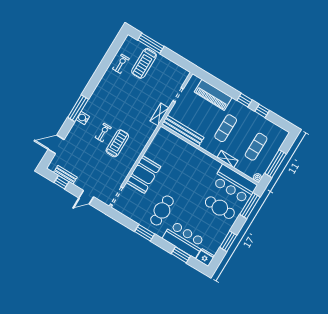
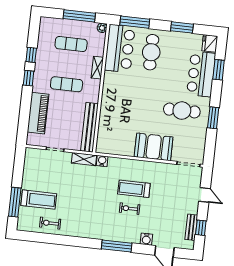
water cooler: (83, 118) -> (146, 239), moved
water cooler: (151, 128) -> (102, 161), added

